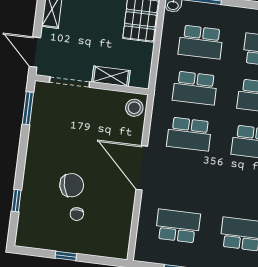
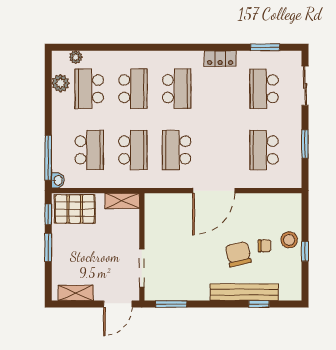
shelving: (111, 76) -> (122, 201), moved, turned 90
stool: (134, 108) -> (289, 240), moved
school desk: (189, 134) -> (177, 150), turned 180
bench: (31, 187) -> (244, 292), added

